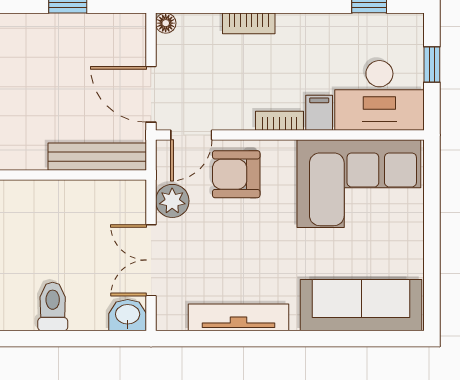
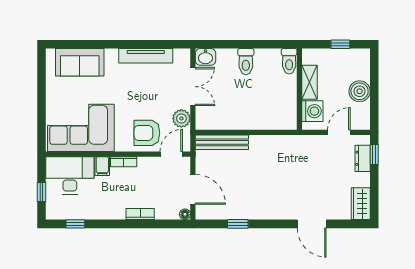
door: (151, 94) -> (193, 189), moved
armchair: (236, 174) -> (147, 133), turned 180
sofa: (361, 305) -> (80, 62), width x0.73

